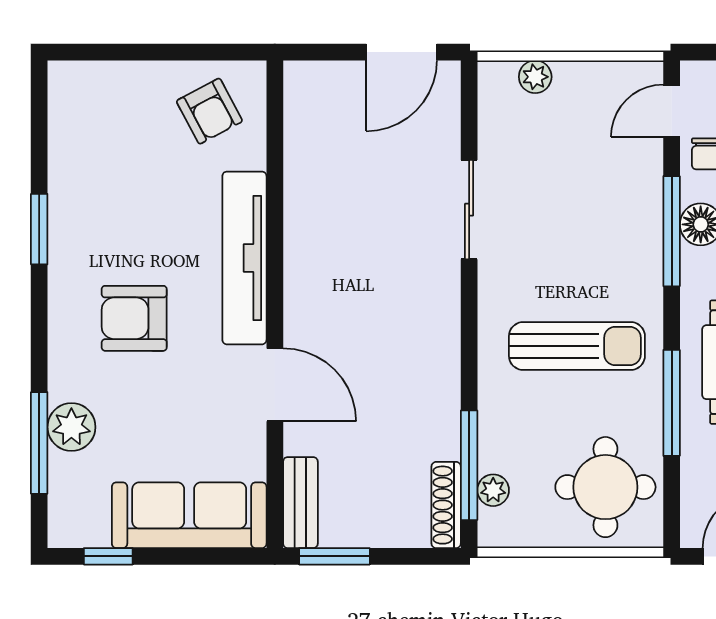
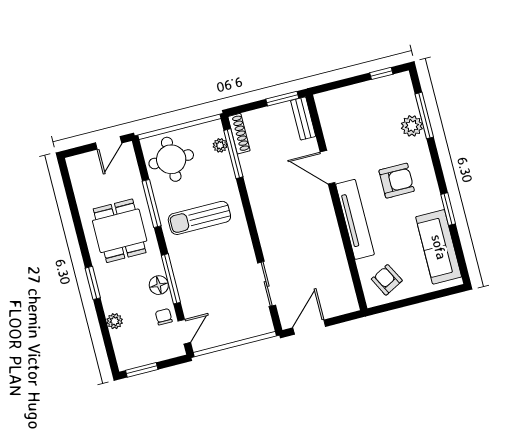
plant: (535, 77) -> (248, 331), removed
sliding door: (469, 210) -> (267, 284), moved
sofa: (189, 515) -> (439, 247), moved, turned 90

